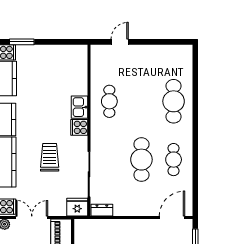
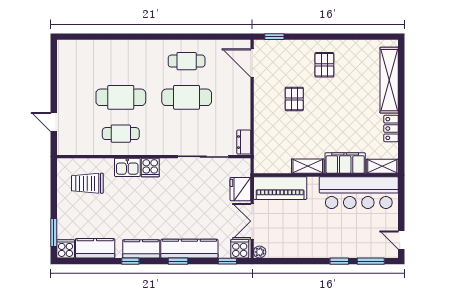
cafe table: (174, 101) -> (121, 97), moved
trolley: (50, 157) -> (87, 183), moved
fridge: (77, 207) -> (240, 189), moved

